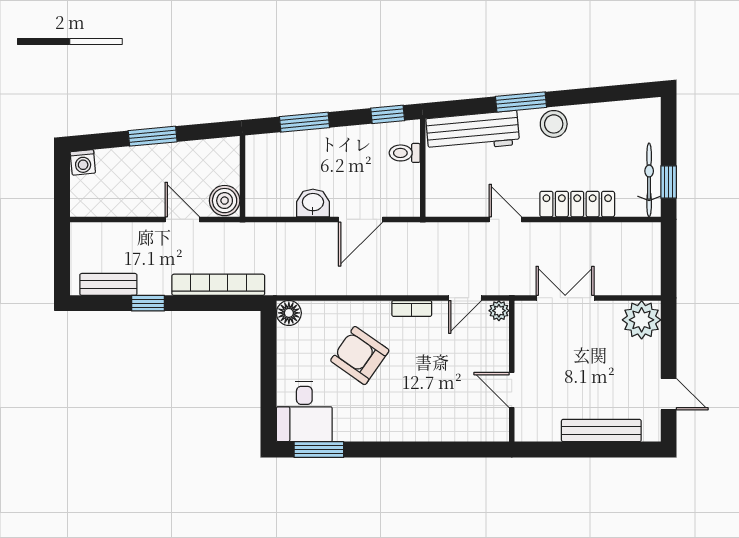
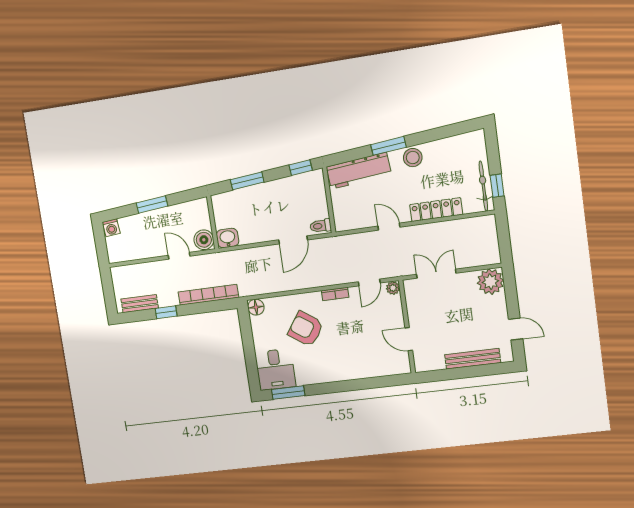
toilet: (405, 153) -> (321, 226), moved
washbasin: (313, 203) -> (228, 238), moved

